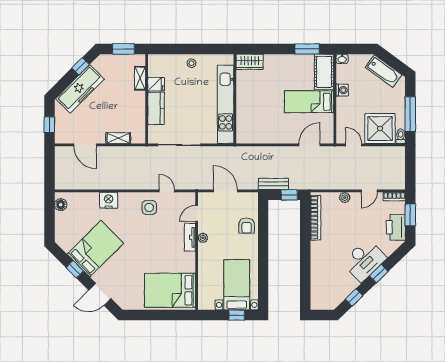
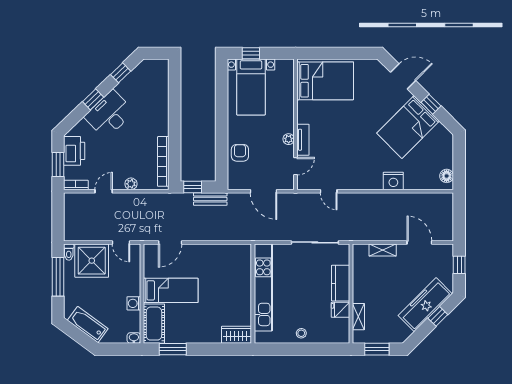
window: (81, 66) -> (438, 316), moved
side table: (149, 207) -> (348, 173), removed

